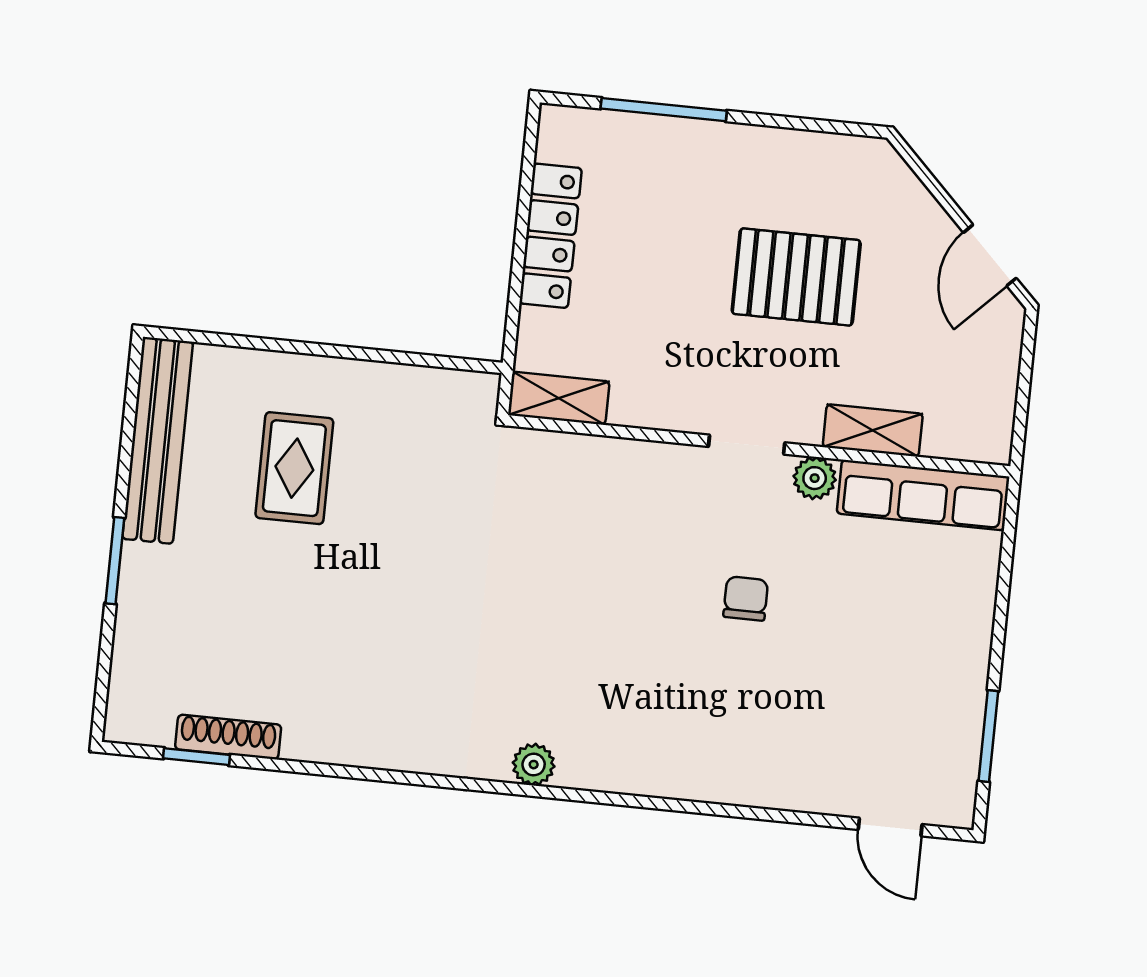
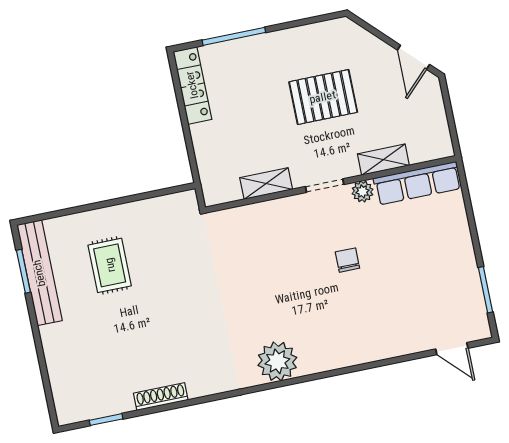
locker: (551, 236) -> (192, 85), moved
shelving: (559, 398) -> (266, 184), moved
window: (115, 561) -> (23, 271), moved
shoe rack: (228, 737) -> (161, 397), moved
plant: (534, 765) -> (277, 361), width x1.88, depth x1.88

